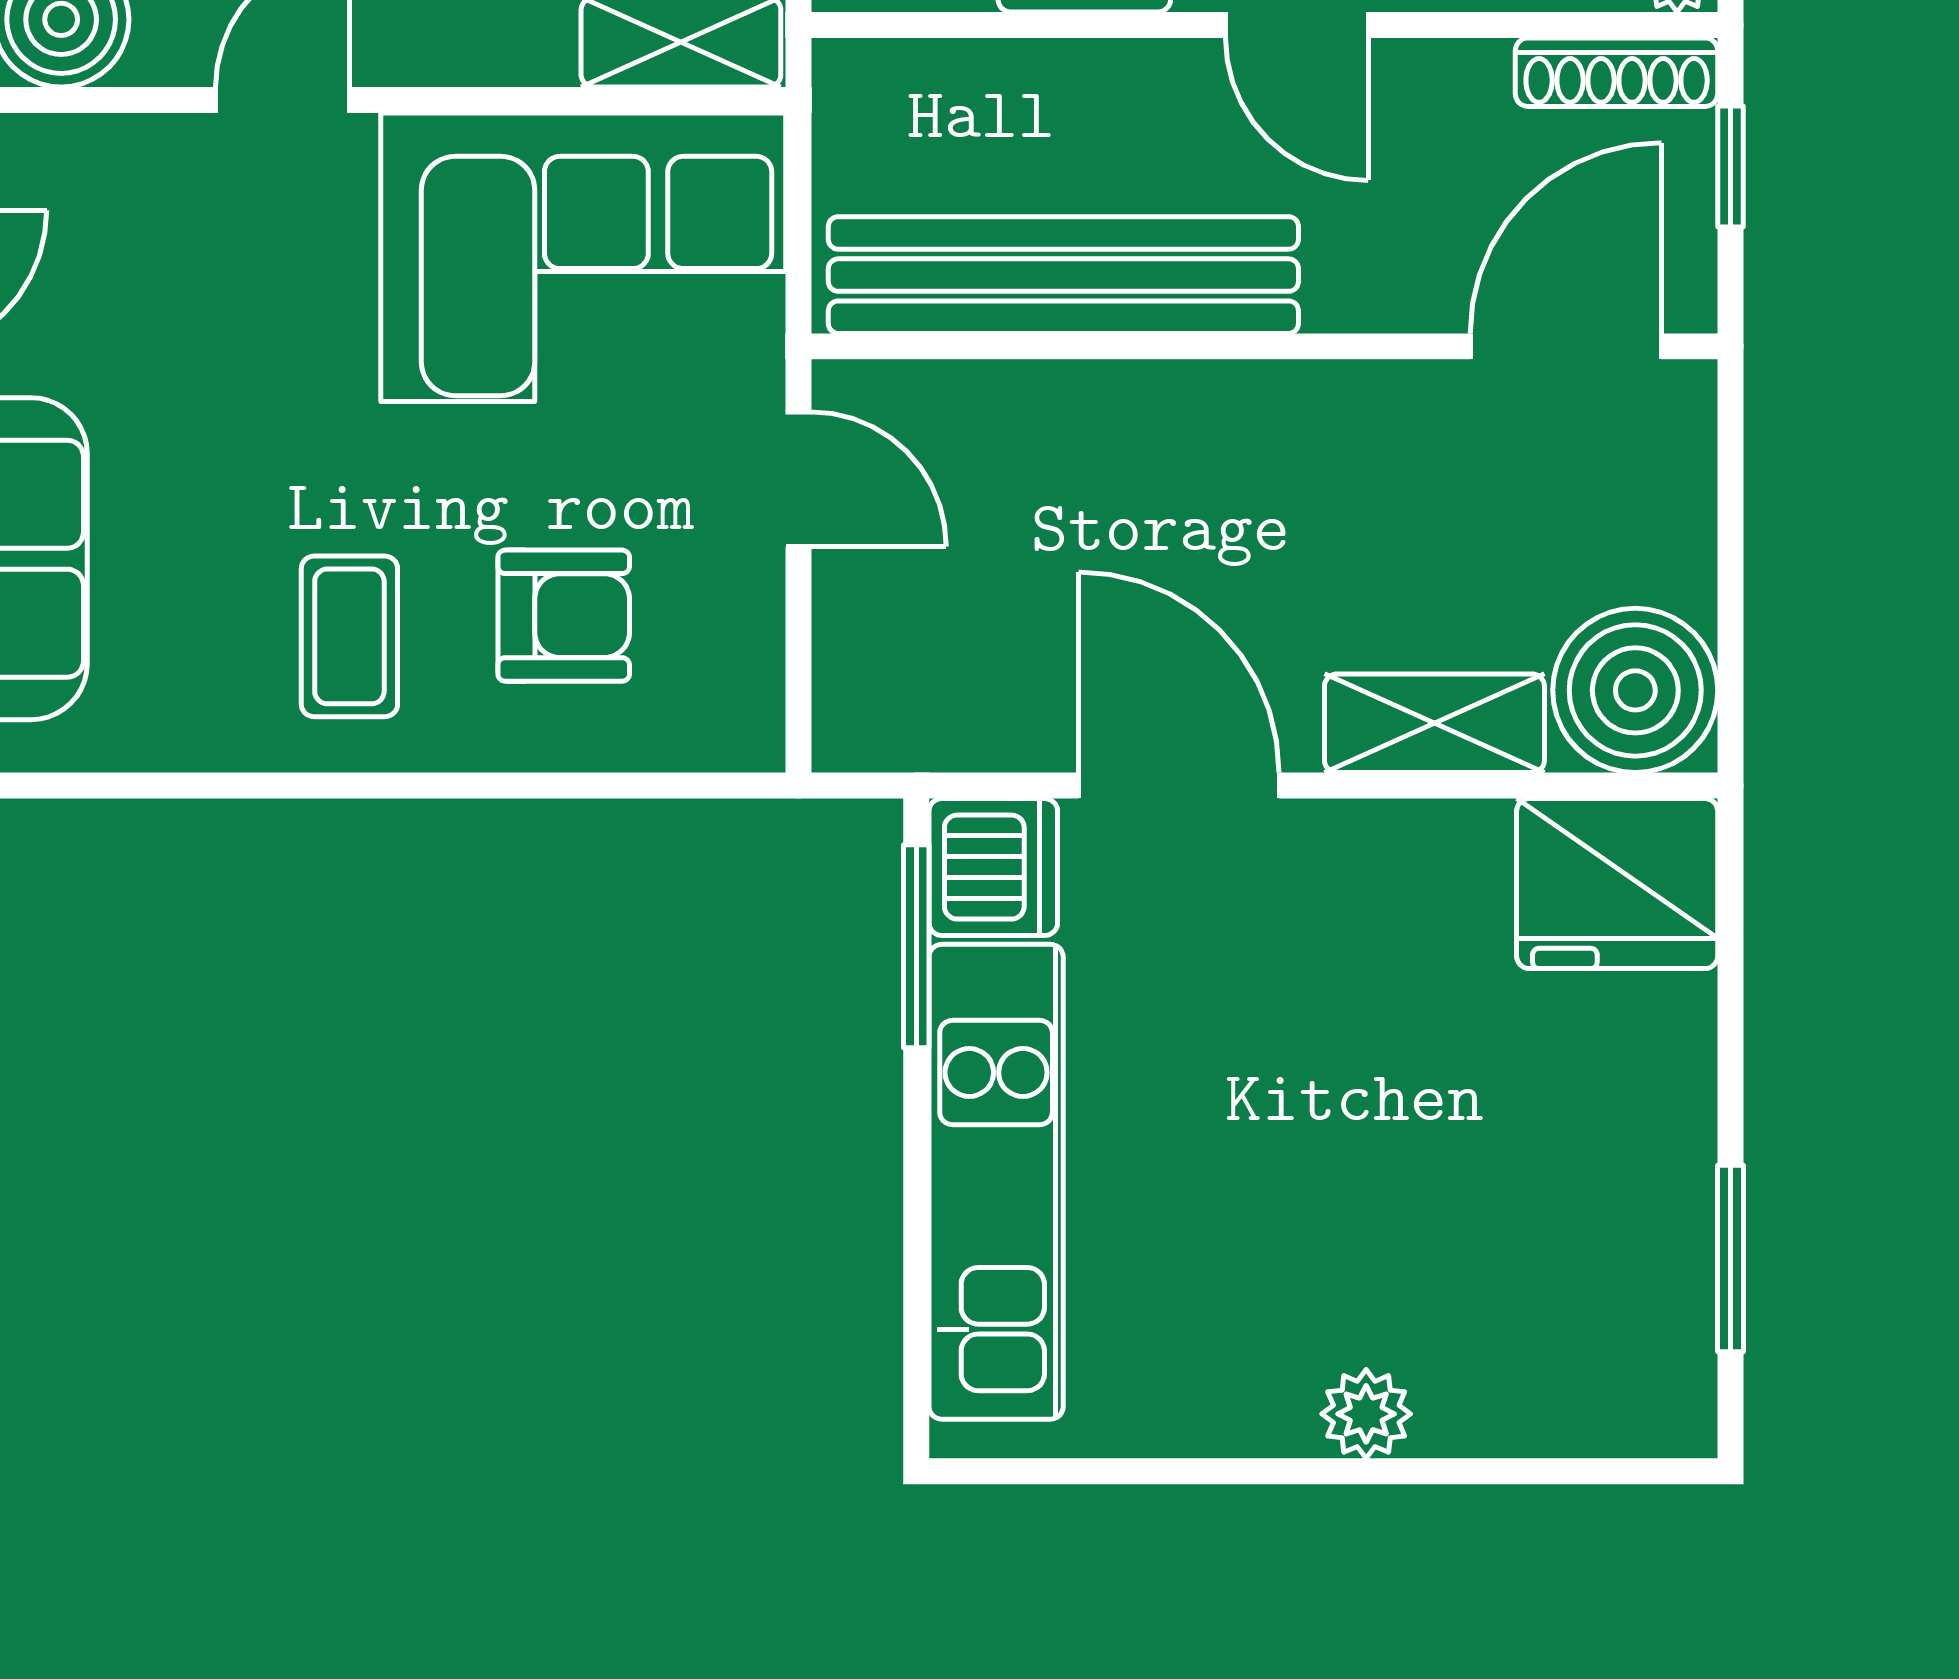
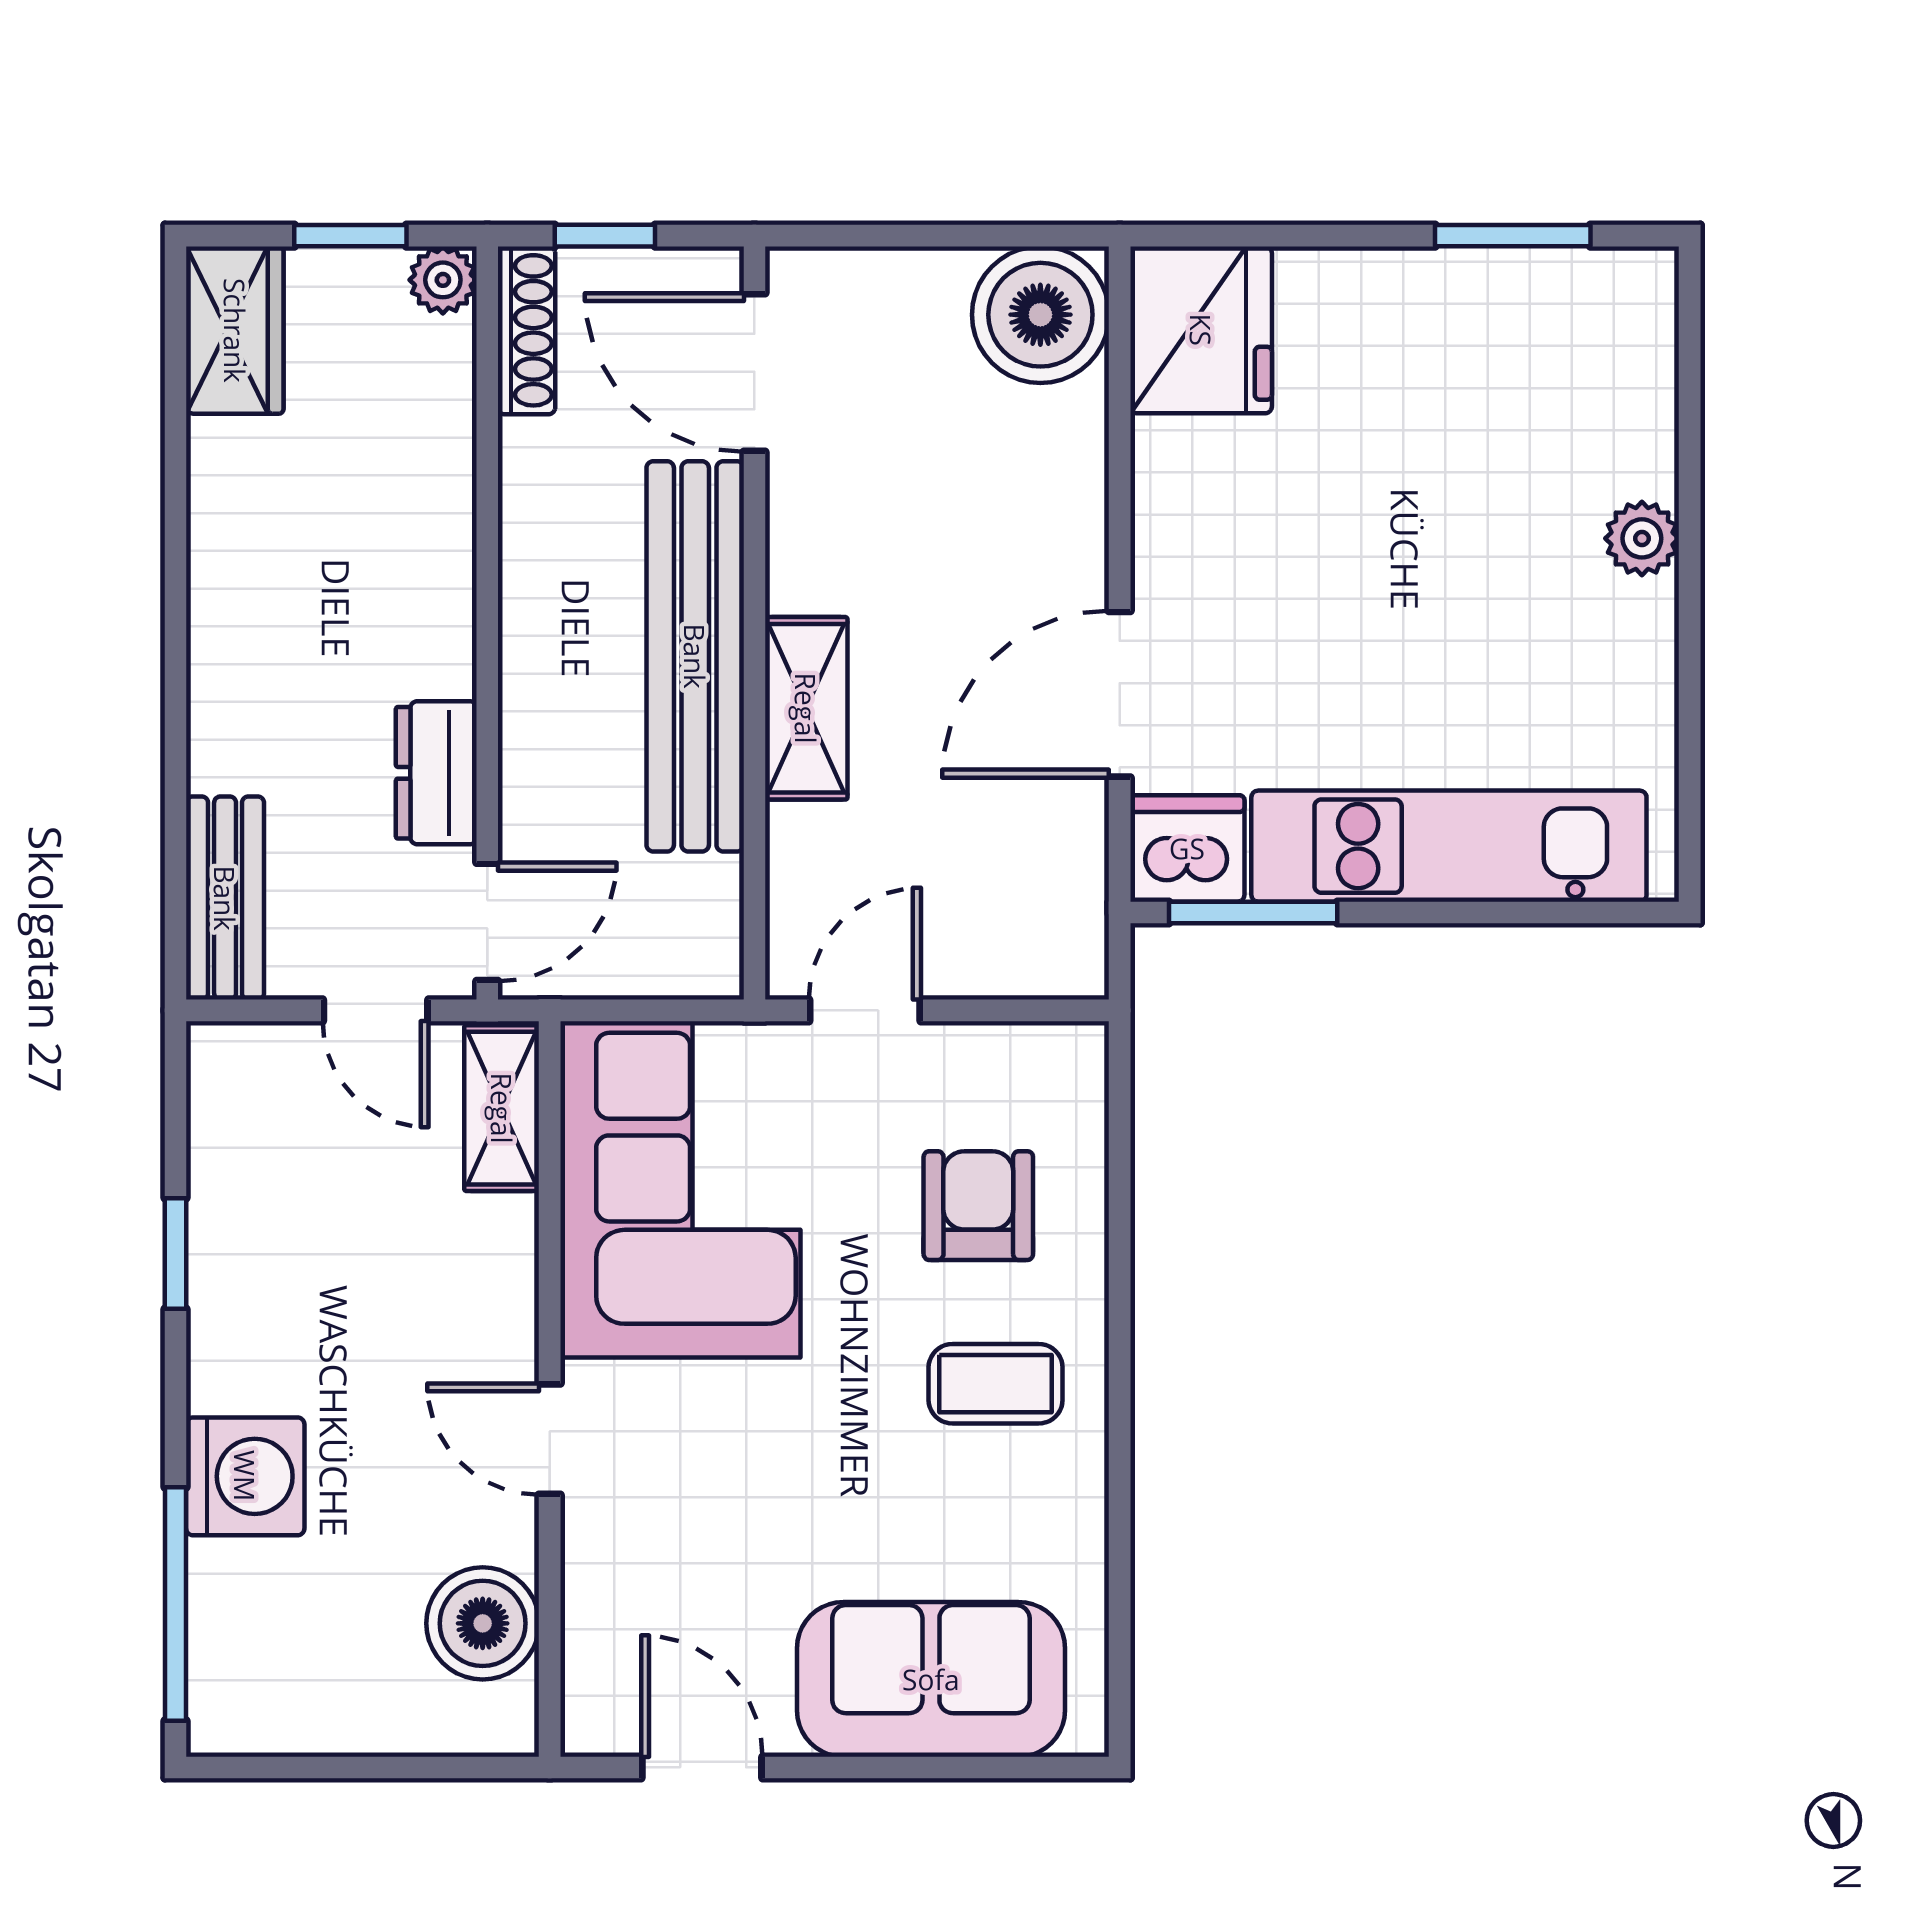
door: (1297, 25) -> (487, 922), moved
bench: (1063, 275) -> (695, 656), moved
shelving: (1434, 723) -> (806, 708), moved

